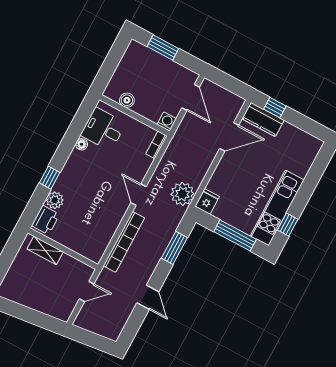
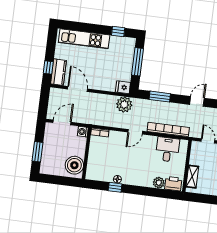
boiler: (127, 100) -> (74, 165), width x1.86, depth x1.86
desk: (103, 129) -> (168, 149), moved, turned 180
window: (50, 178) -> (115, 187), moved
kitchen unit: (277, 208) -> (84, 39), moved

